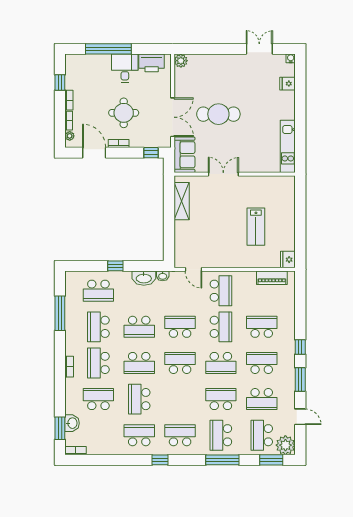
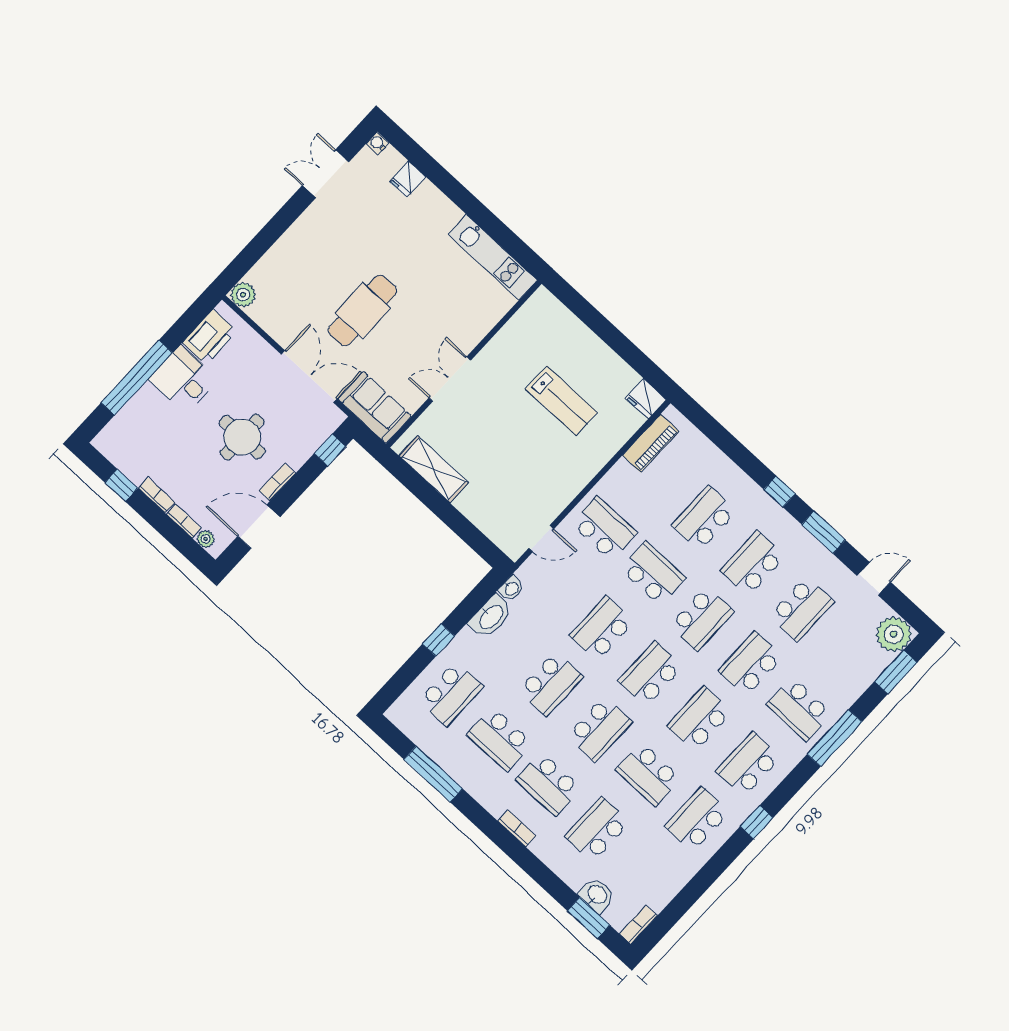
school desk: (262, 435) -> (699, 719), moved, turned 90

